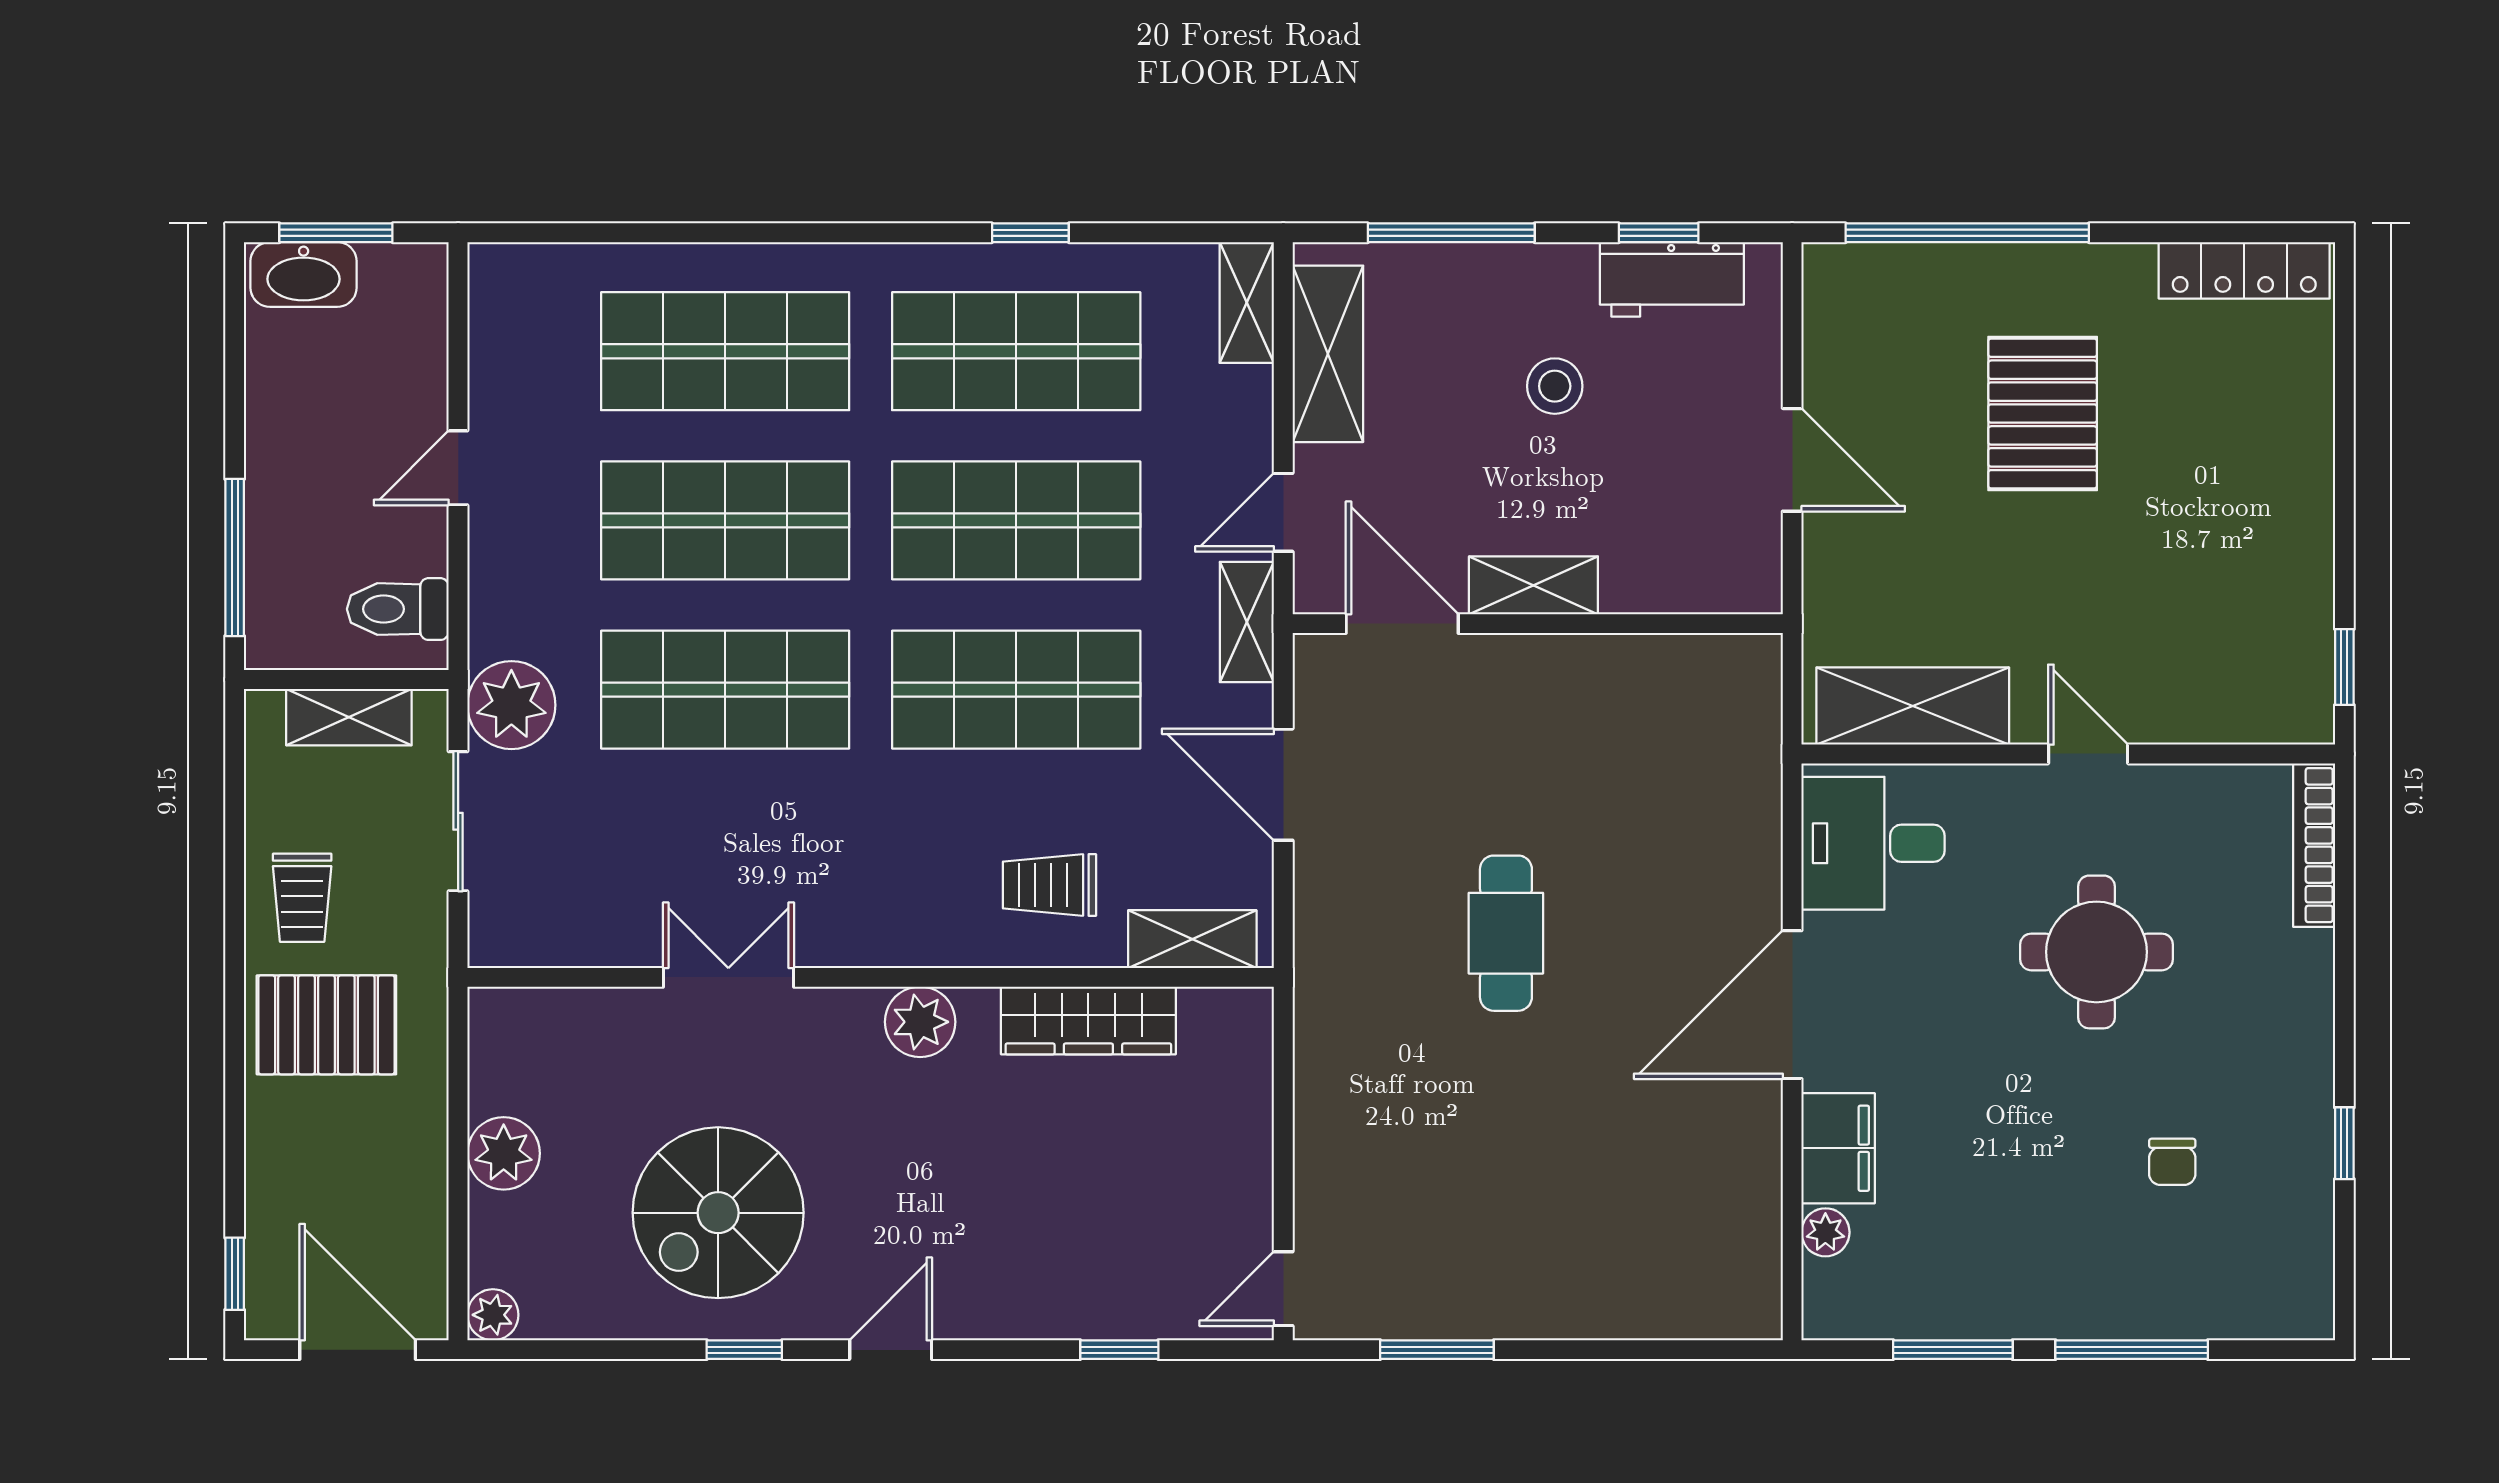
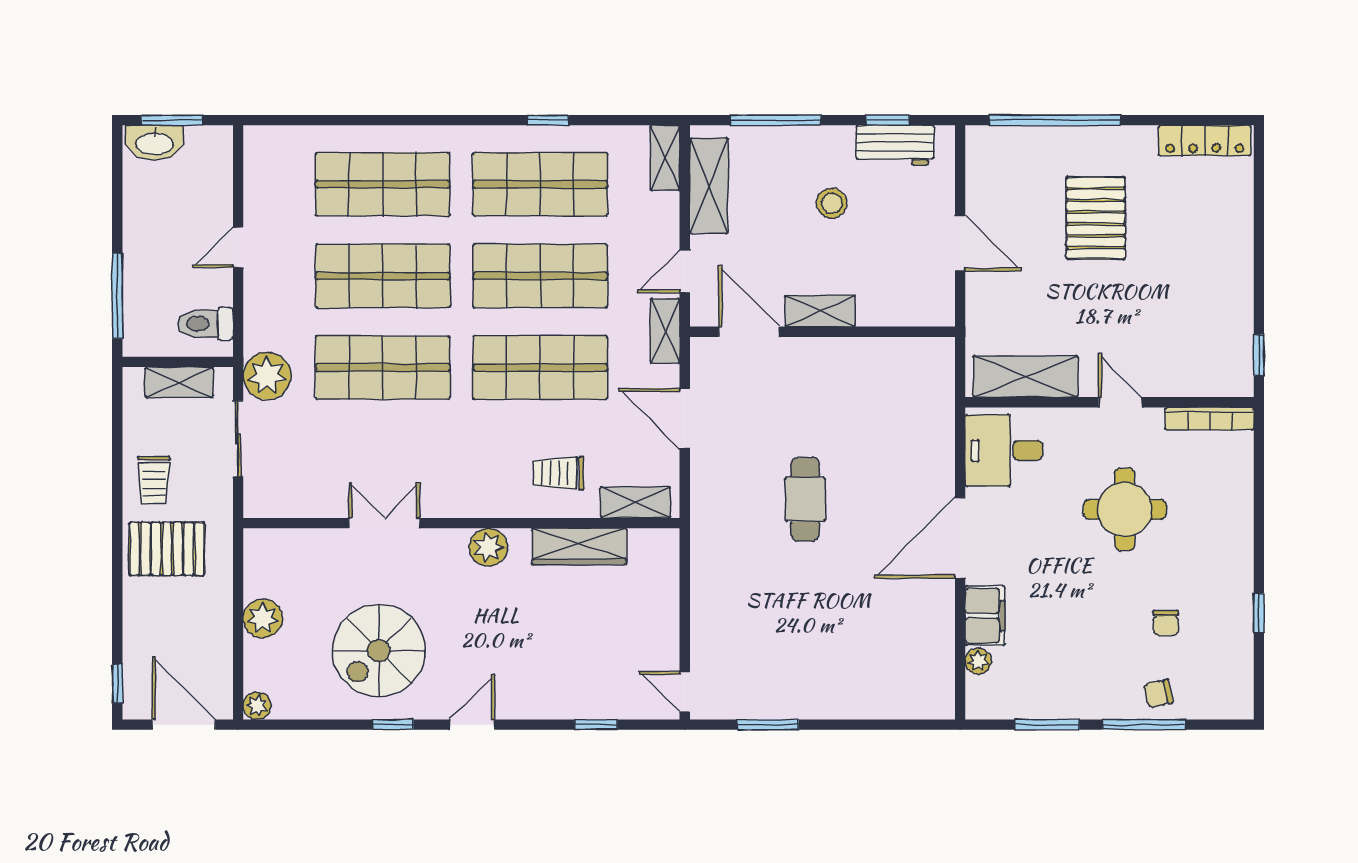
bookcase: (2314, 845) -> (1210, 419), moved, turned -90
door: (1283, 1289) -> (685, 692), hinge flipped
chair: (2158, 1292) -> (1158, 694), added

